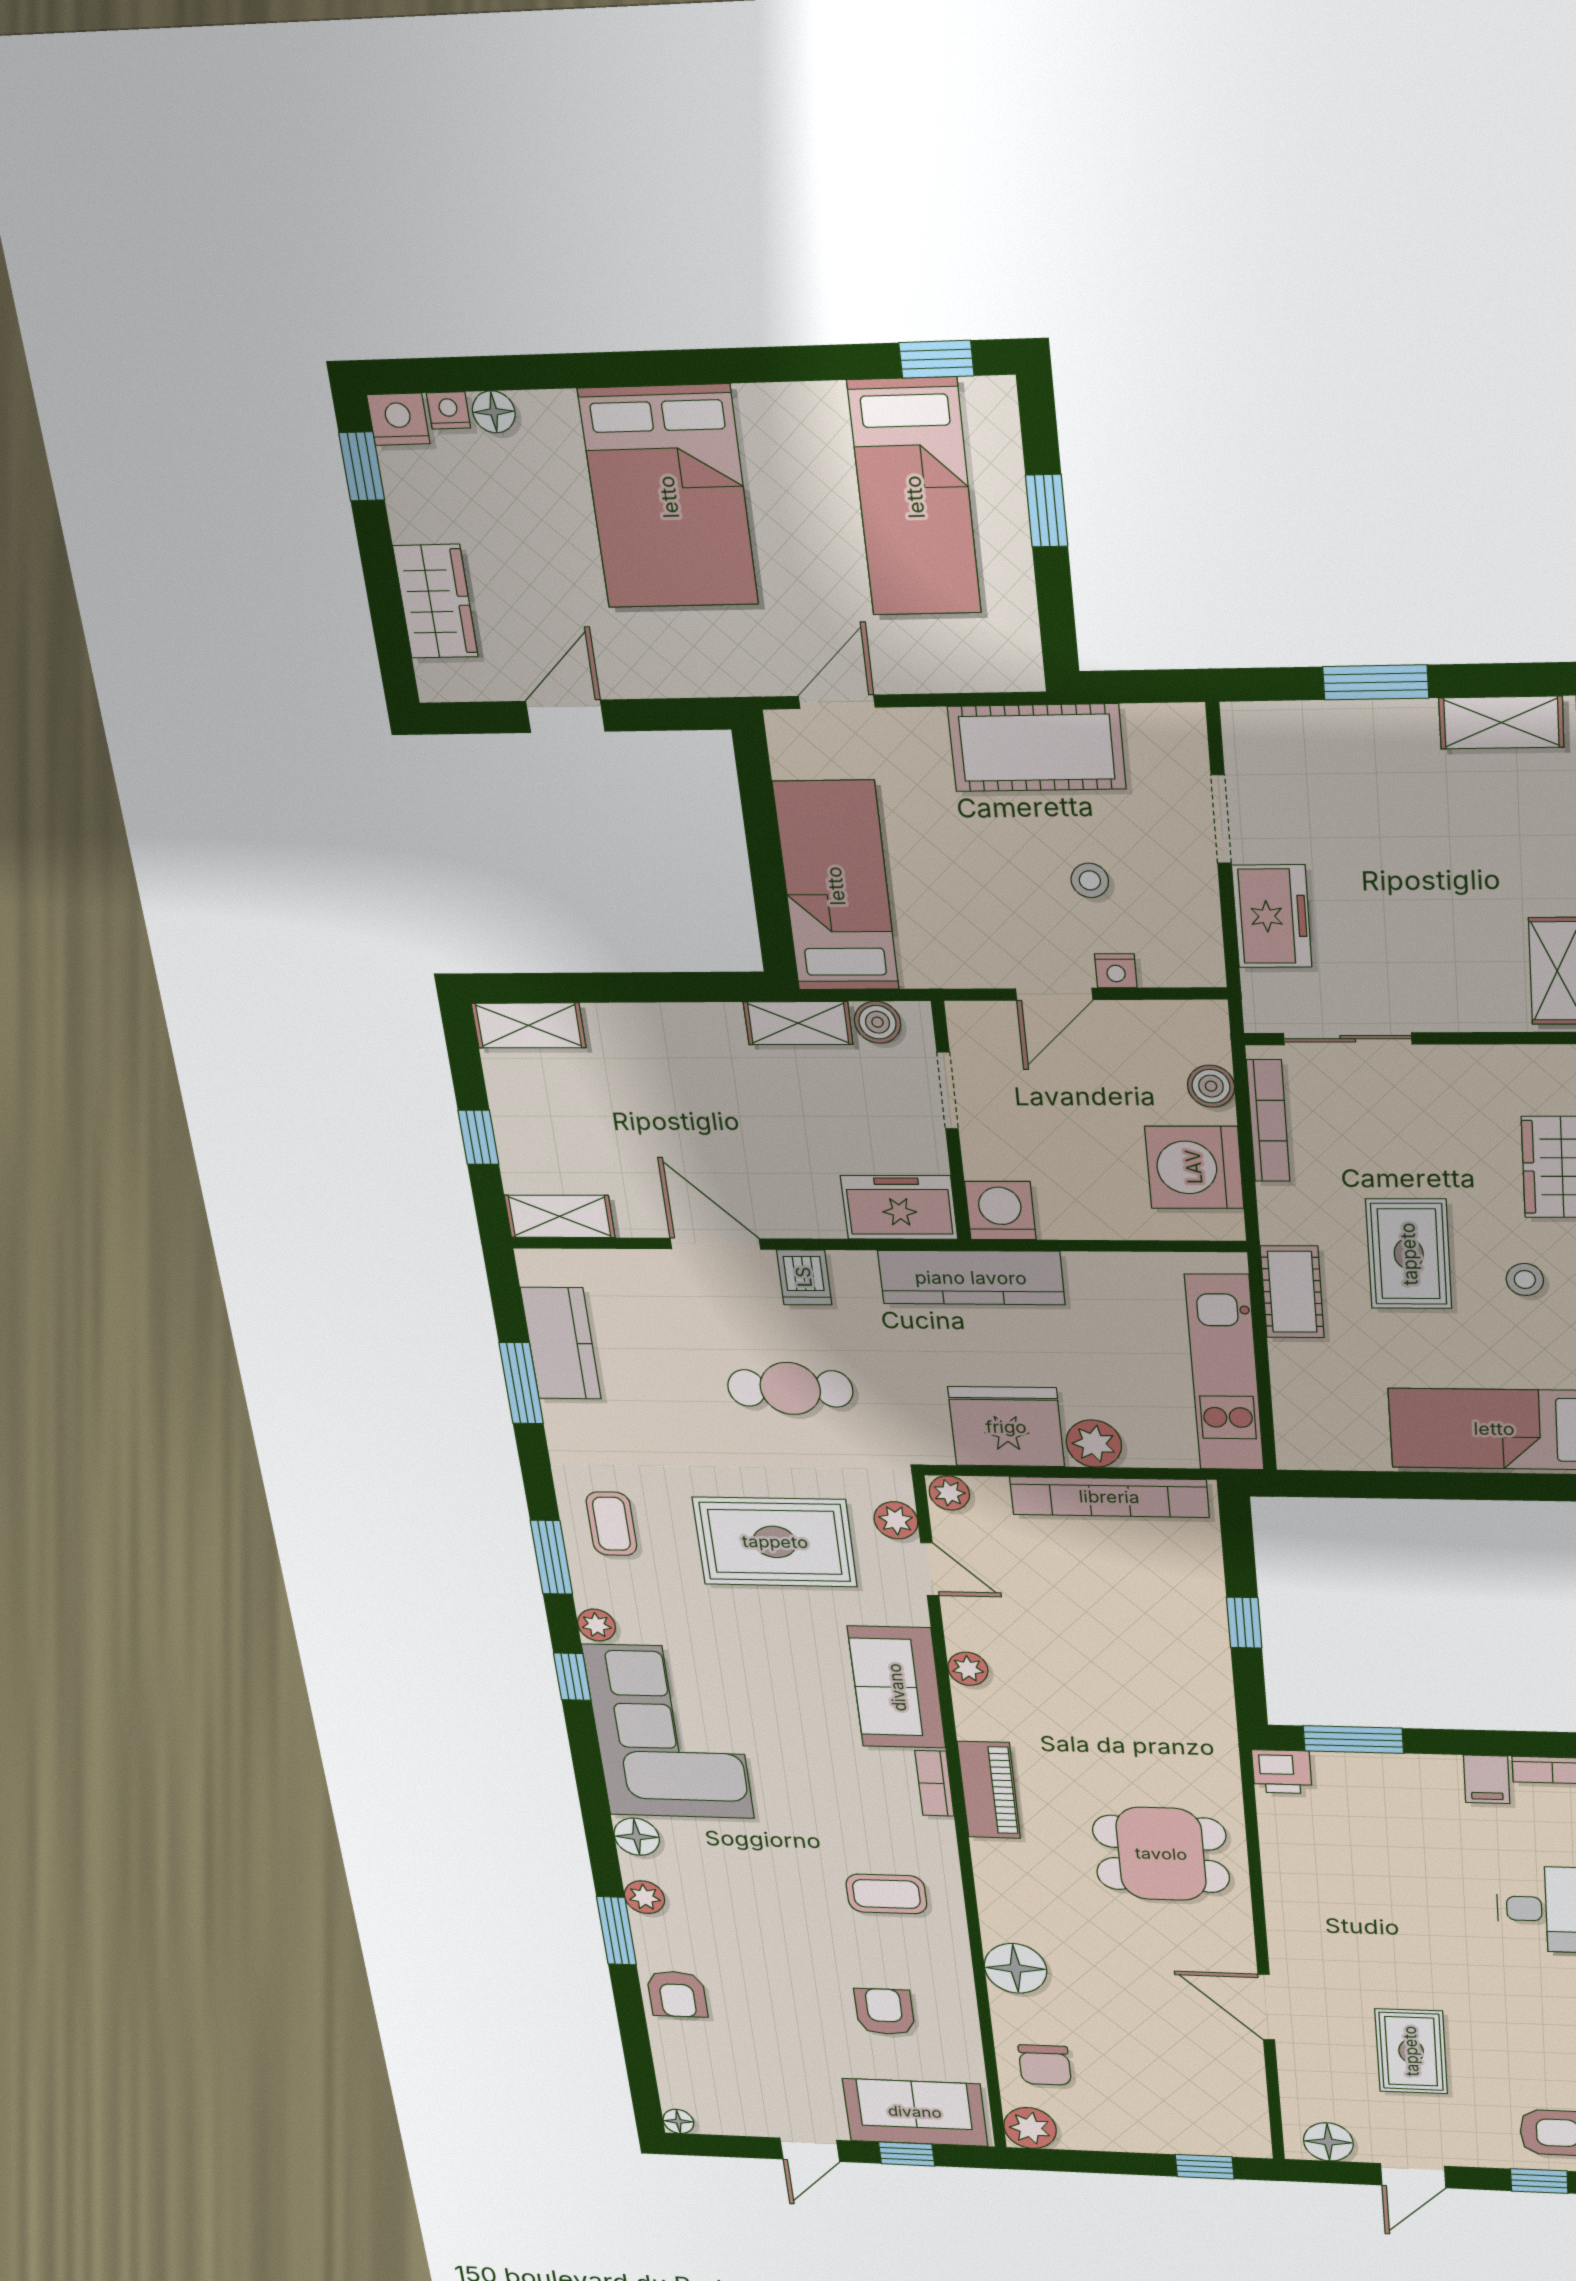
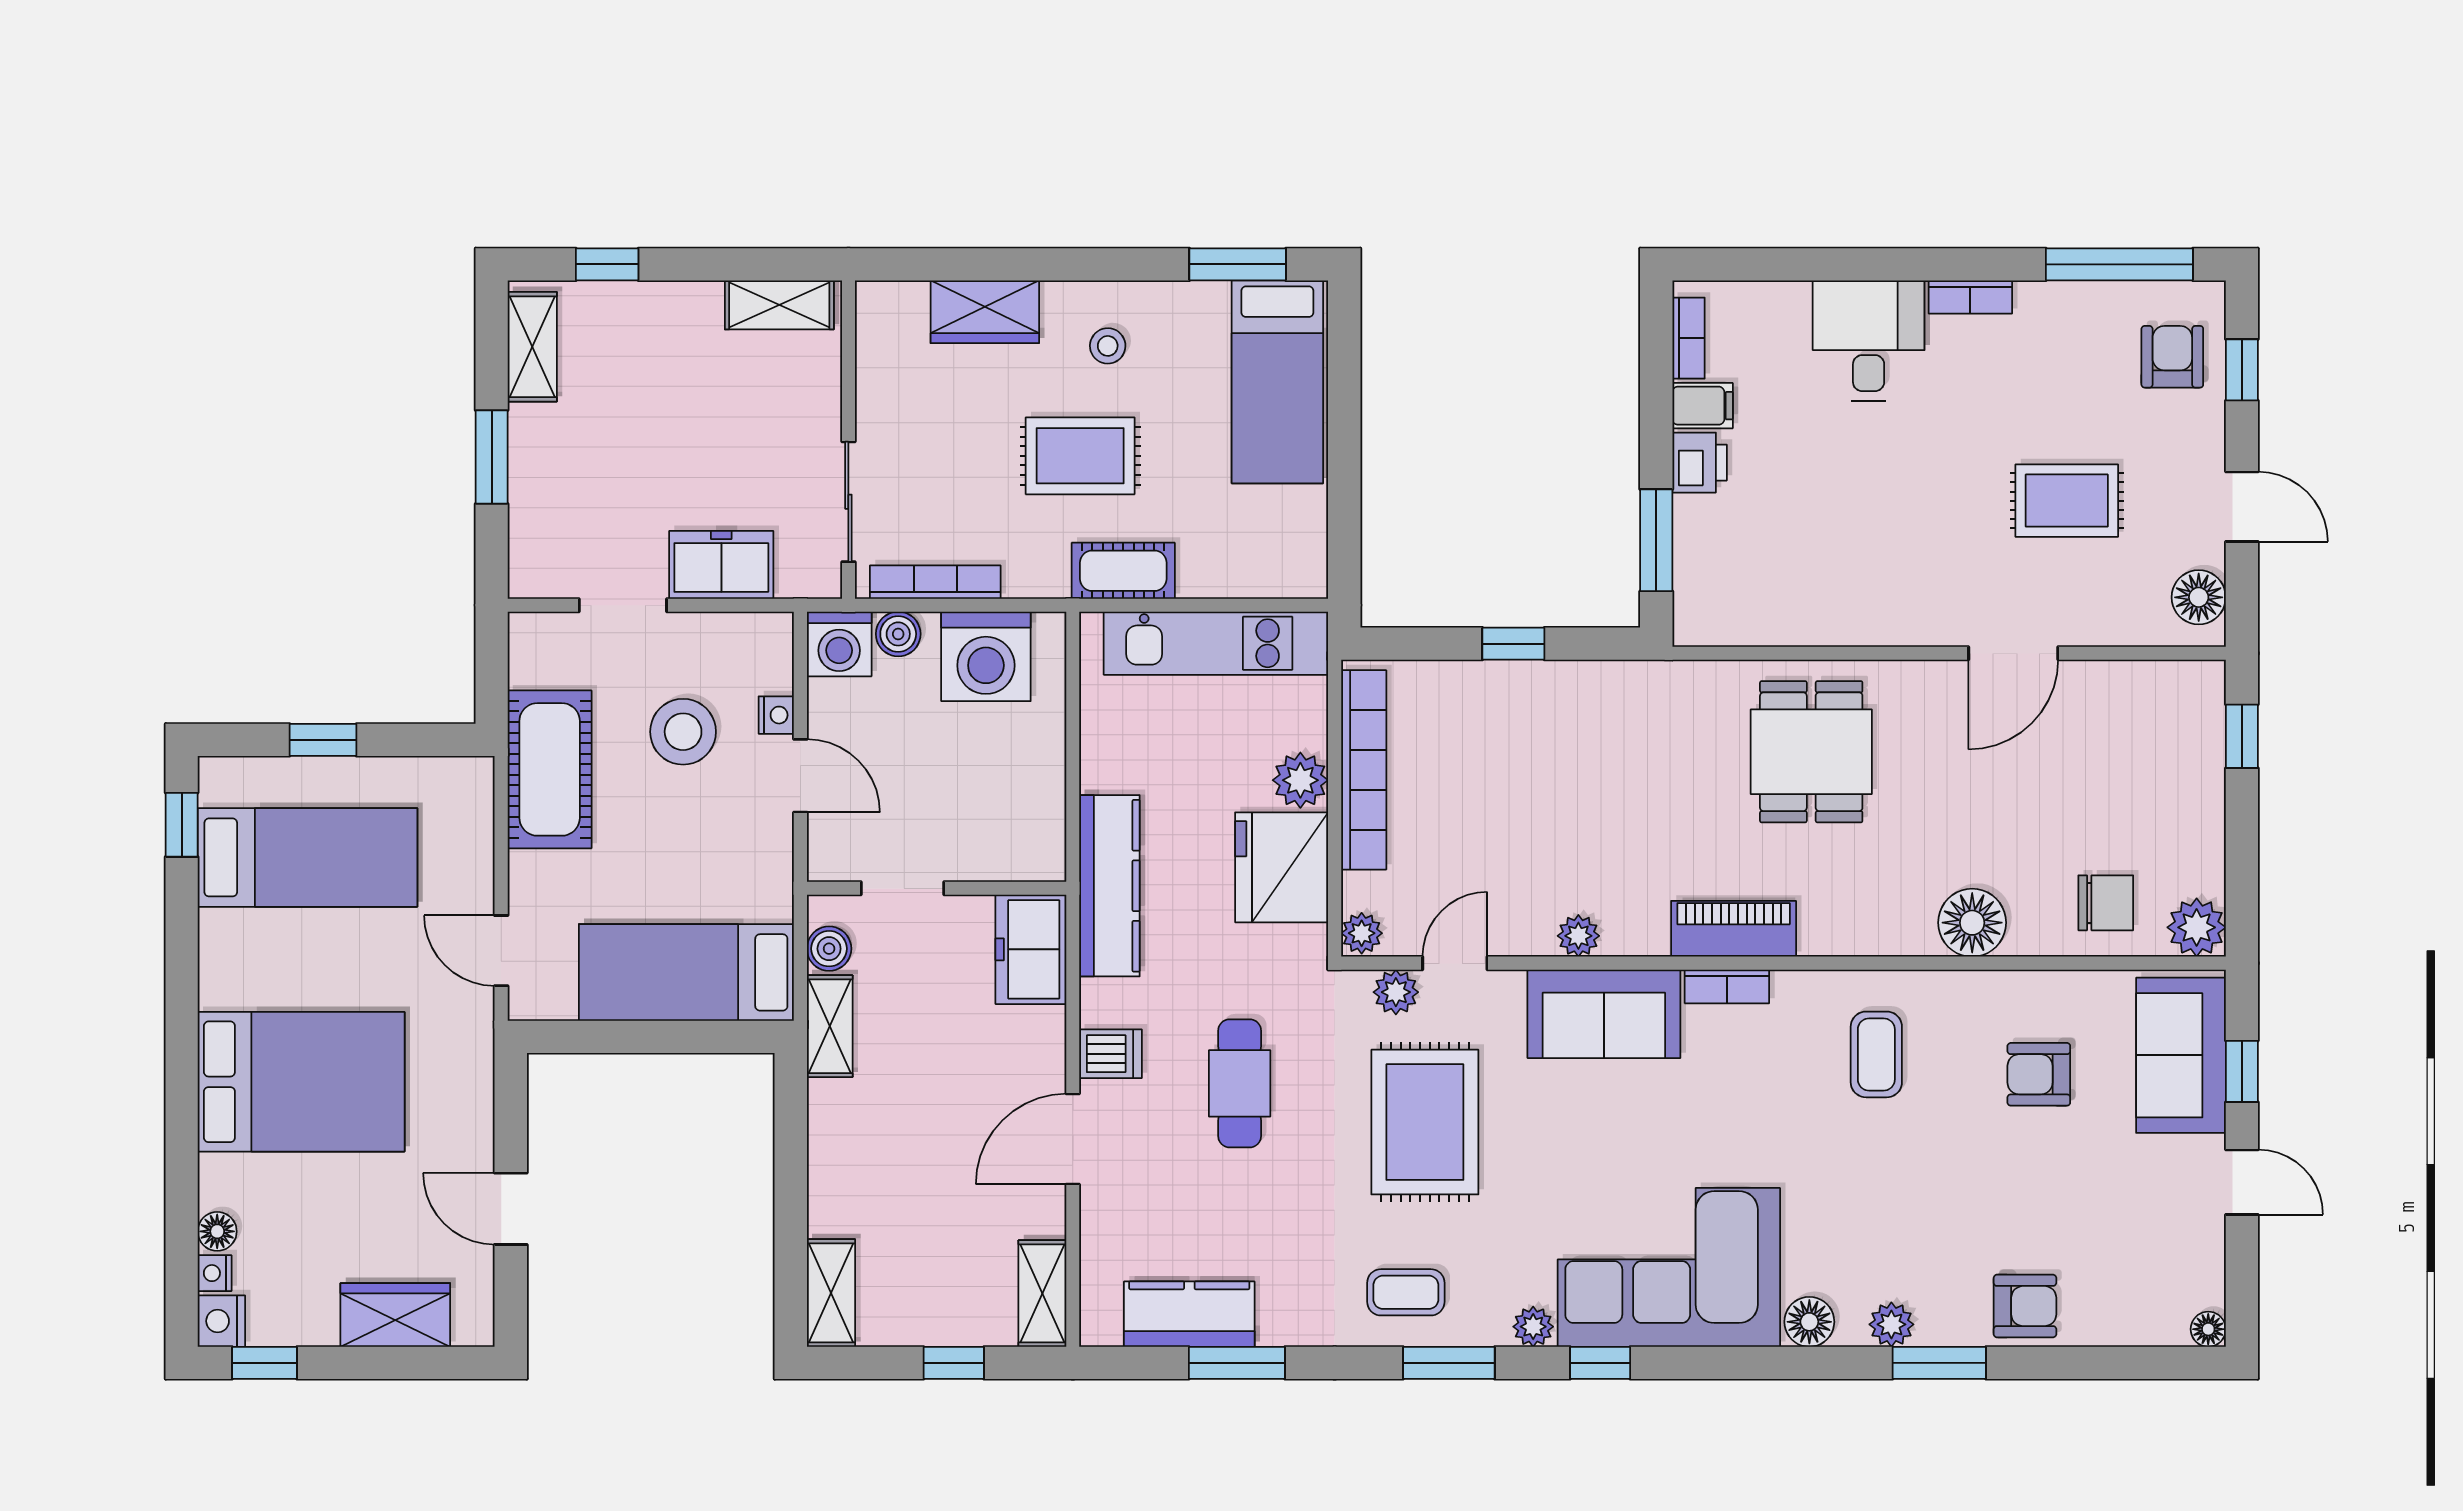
stool: (1090, 880) -> (683, 732), width x1.89, depth x1.89
washing machine: (1000, 1211) -> (839, 644), moved, turned -90
printer: (1282, 1772) -> (1700, 463), moved

